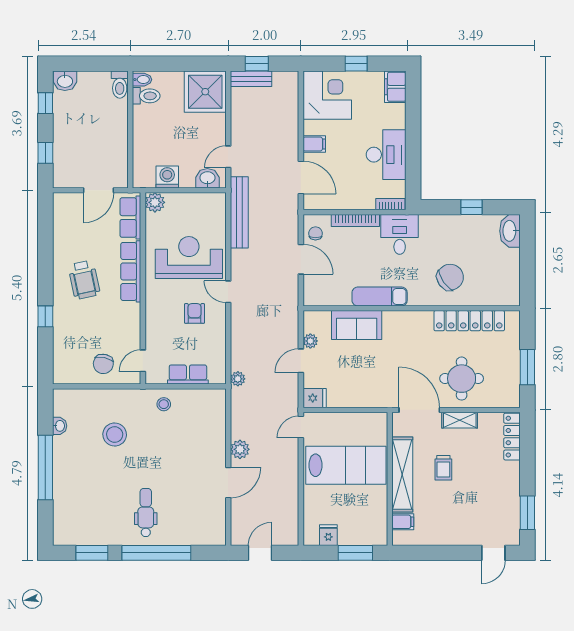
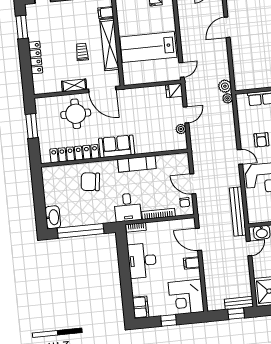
window: (472, 207) -> (81, 231), width x3.17
chair: (450, 277) -> (90, 182), turned 42
sofa: (357, 325) -> (117, 146), moved
locker: (512, 437) -> (36, 58), moved
plant: (240, 449) -> (225, 86), moved

